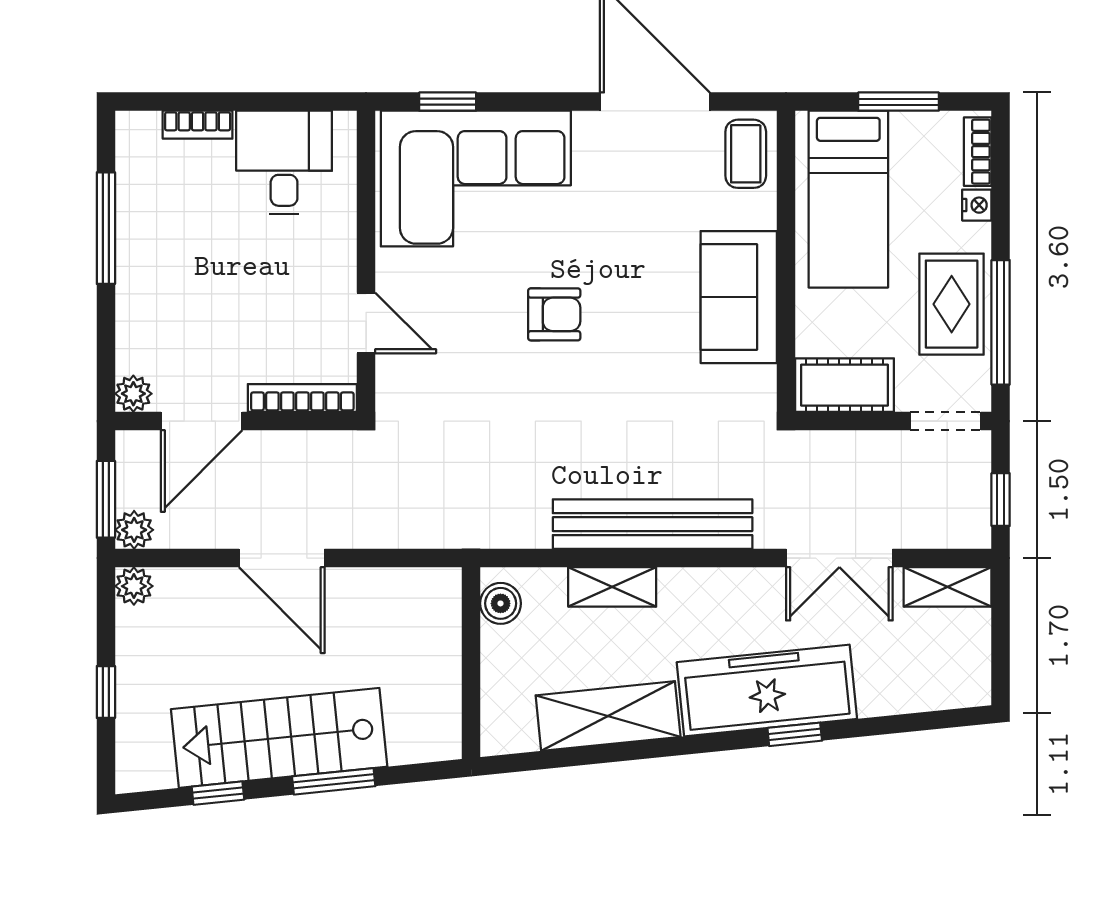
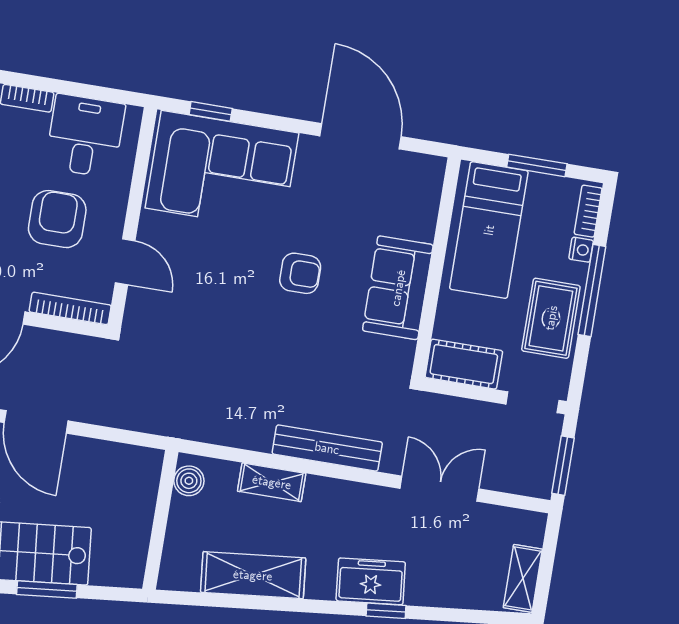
coffee table: (746, 154) -> (420, 185), removed
armchair: (265, 280) -> (57, 219), added
armchair: (554, 314) -> (300, 273), moved
window: (1001, 322) -> (592, 291), moved
window: (1001, 500) -> (563, 466), width x1.50
bench: (653, 524) -> (327, 448), width x0.73, depth x0.82
double door: (839, 558) -> (439, 489), swing flipped
shelving: (947, 587) -> (523, 578), moved, turned 90
freezer: (767, 690) -> (371, 581), width x0.52, depth x0.79

